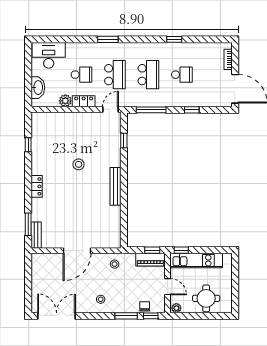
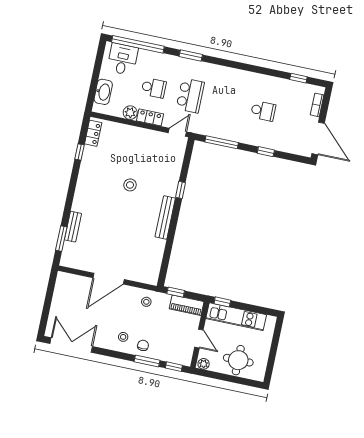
window: (59, 39) -> (138, 44), added
window: (174, 39) -> (298, 78), moved
desk: (49, 55) -> (123, 59), width x0.73
school desk: (148, 75) -> (227, 103), removed
window: (124, 140) -> (180, 190), moved
locker: (37, 186) -> (93, 133), moved
bench: (36, 235) -> (73, 227), moved
window: (152, 250) -> (176, 292), moved
chair: (145, 306) -> (143, 345), moved

